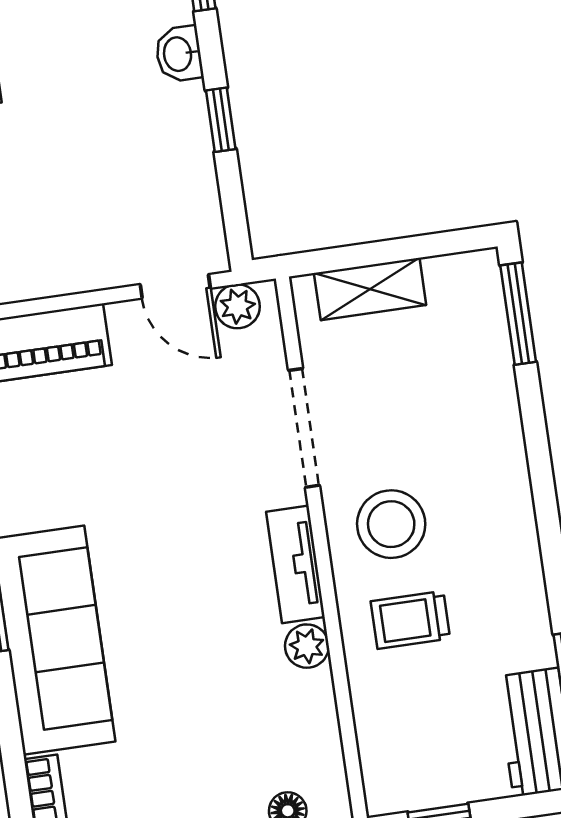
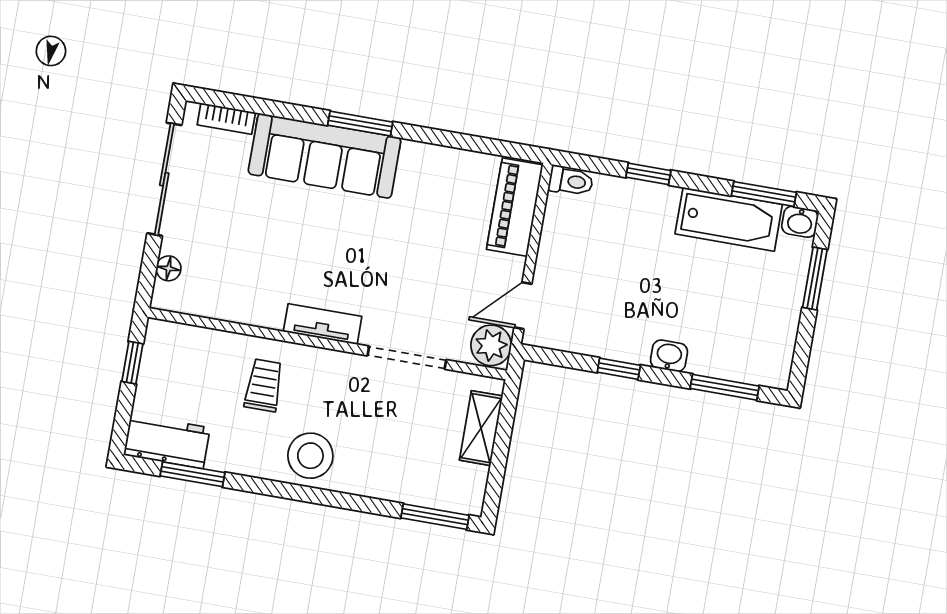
plant: (238, 306) -> (491, 345), width x1.38, depth x1.38
stool: (391, 524) -> (310, 456), moved
plant: (307, 646) -> (269, 315), removed

